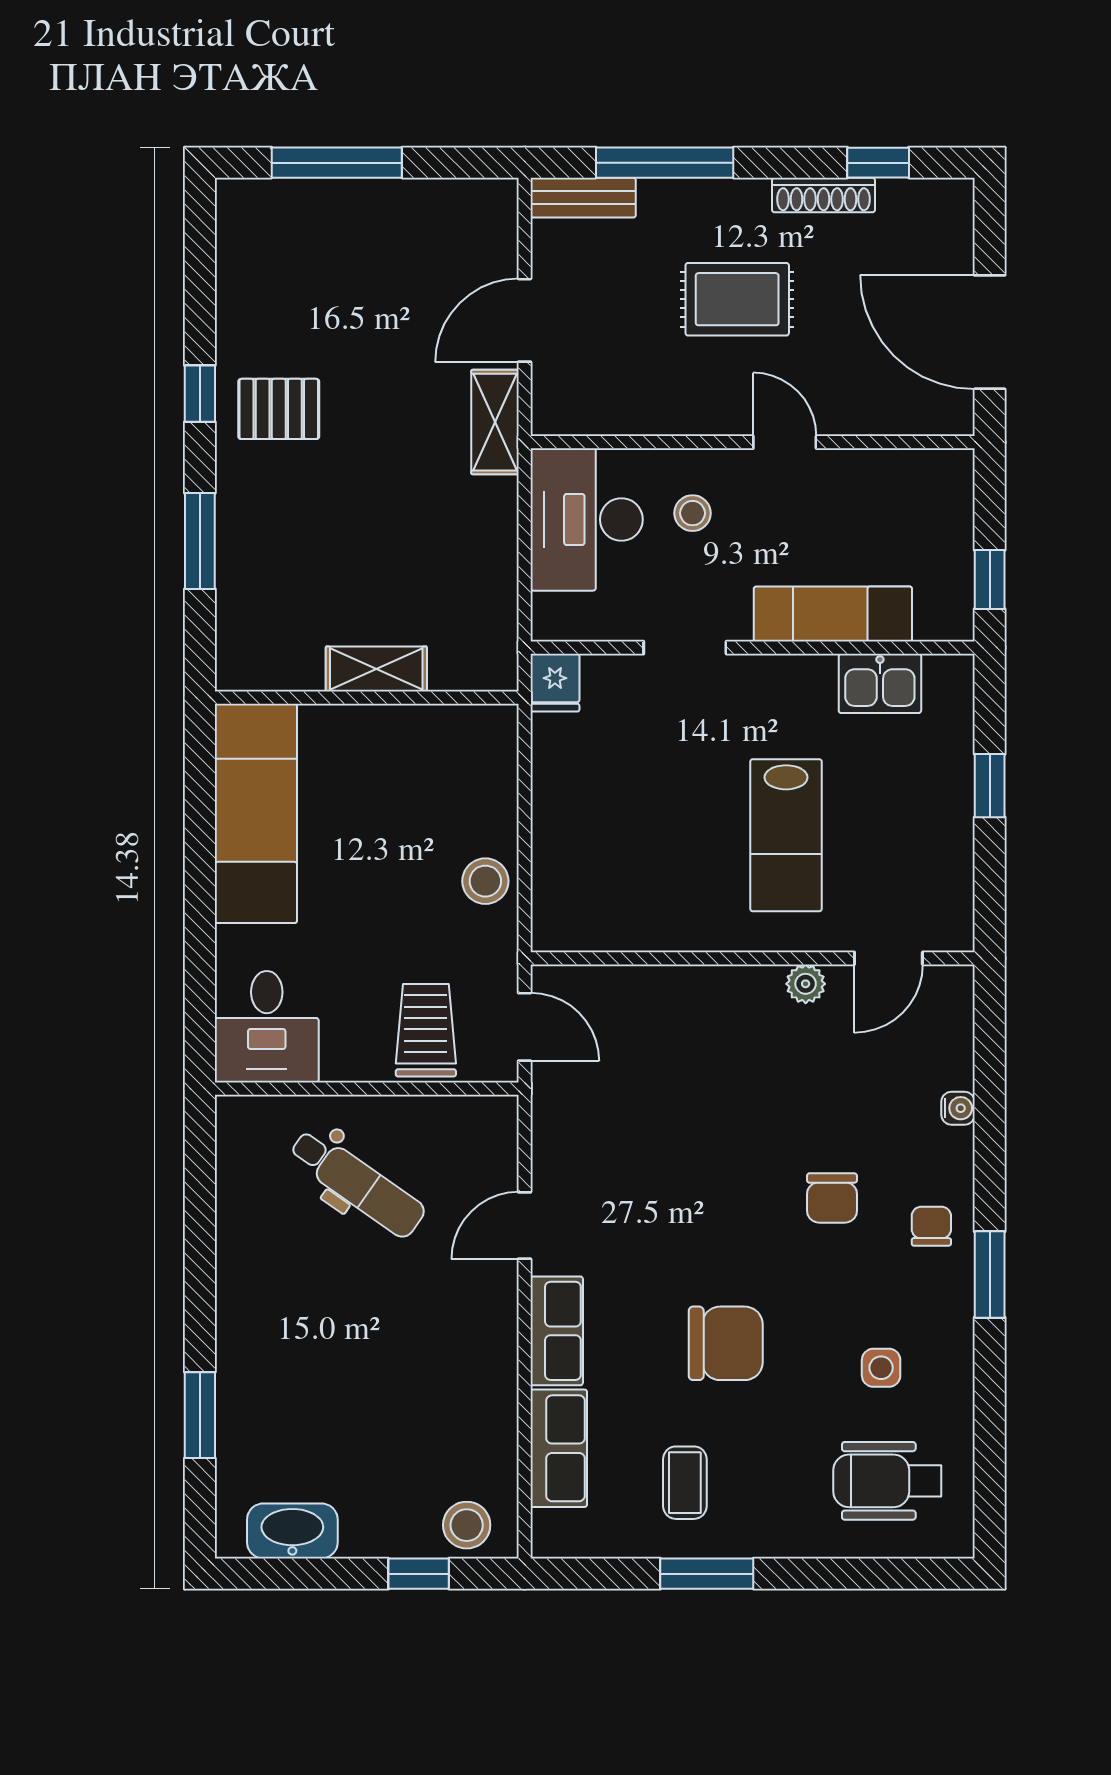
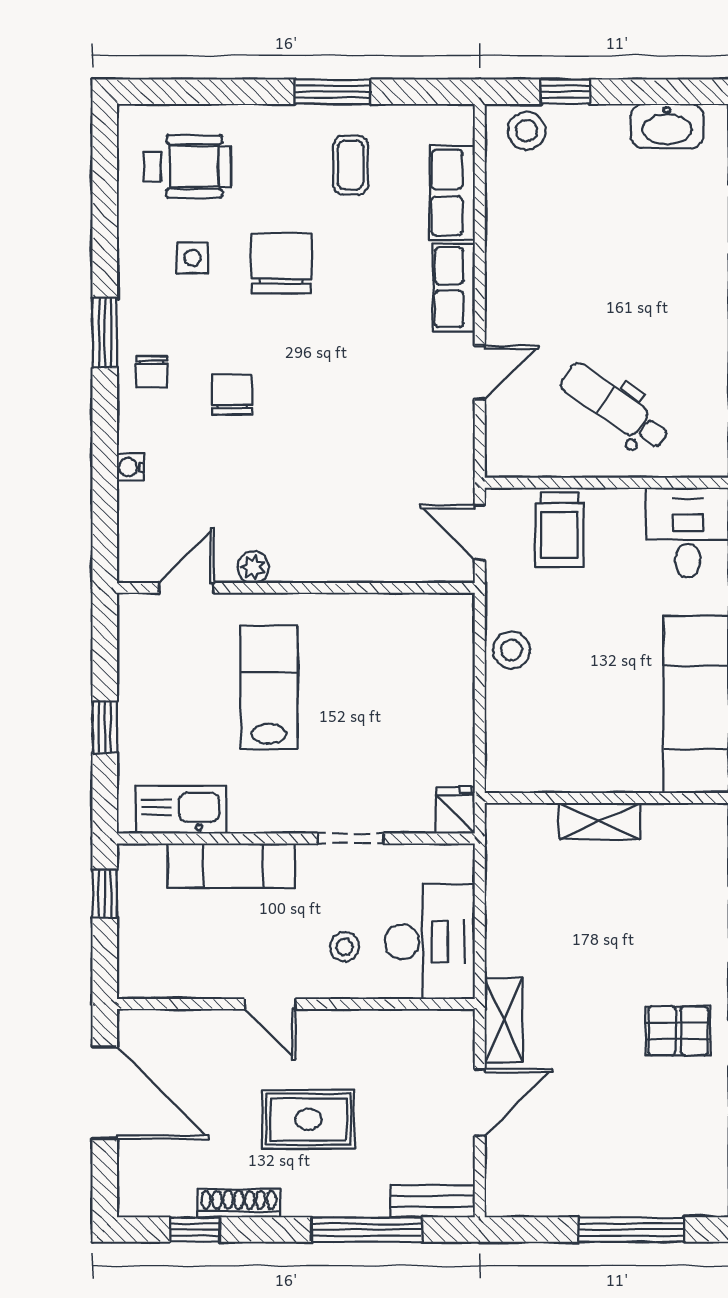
kitchen sink: (880, 683) -> (181, 810), width x1.38
chair: (726, 1343) -> (281, 263), moved, turned 90

